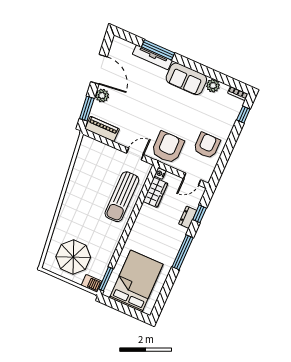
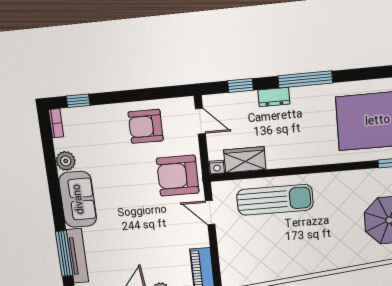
dresser: (188, 217) -> (274, 97), moved

